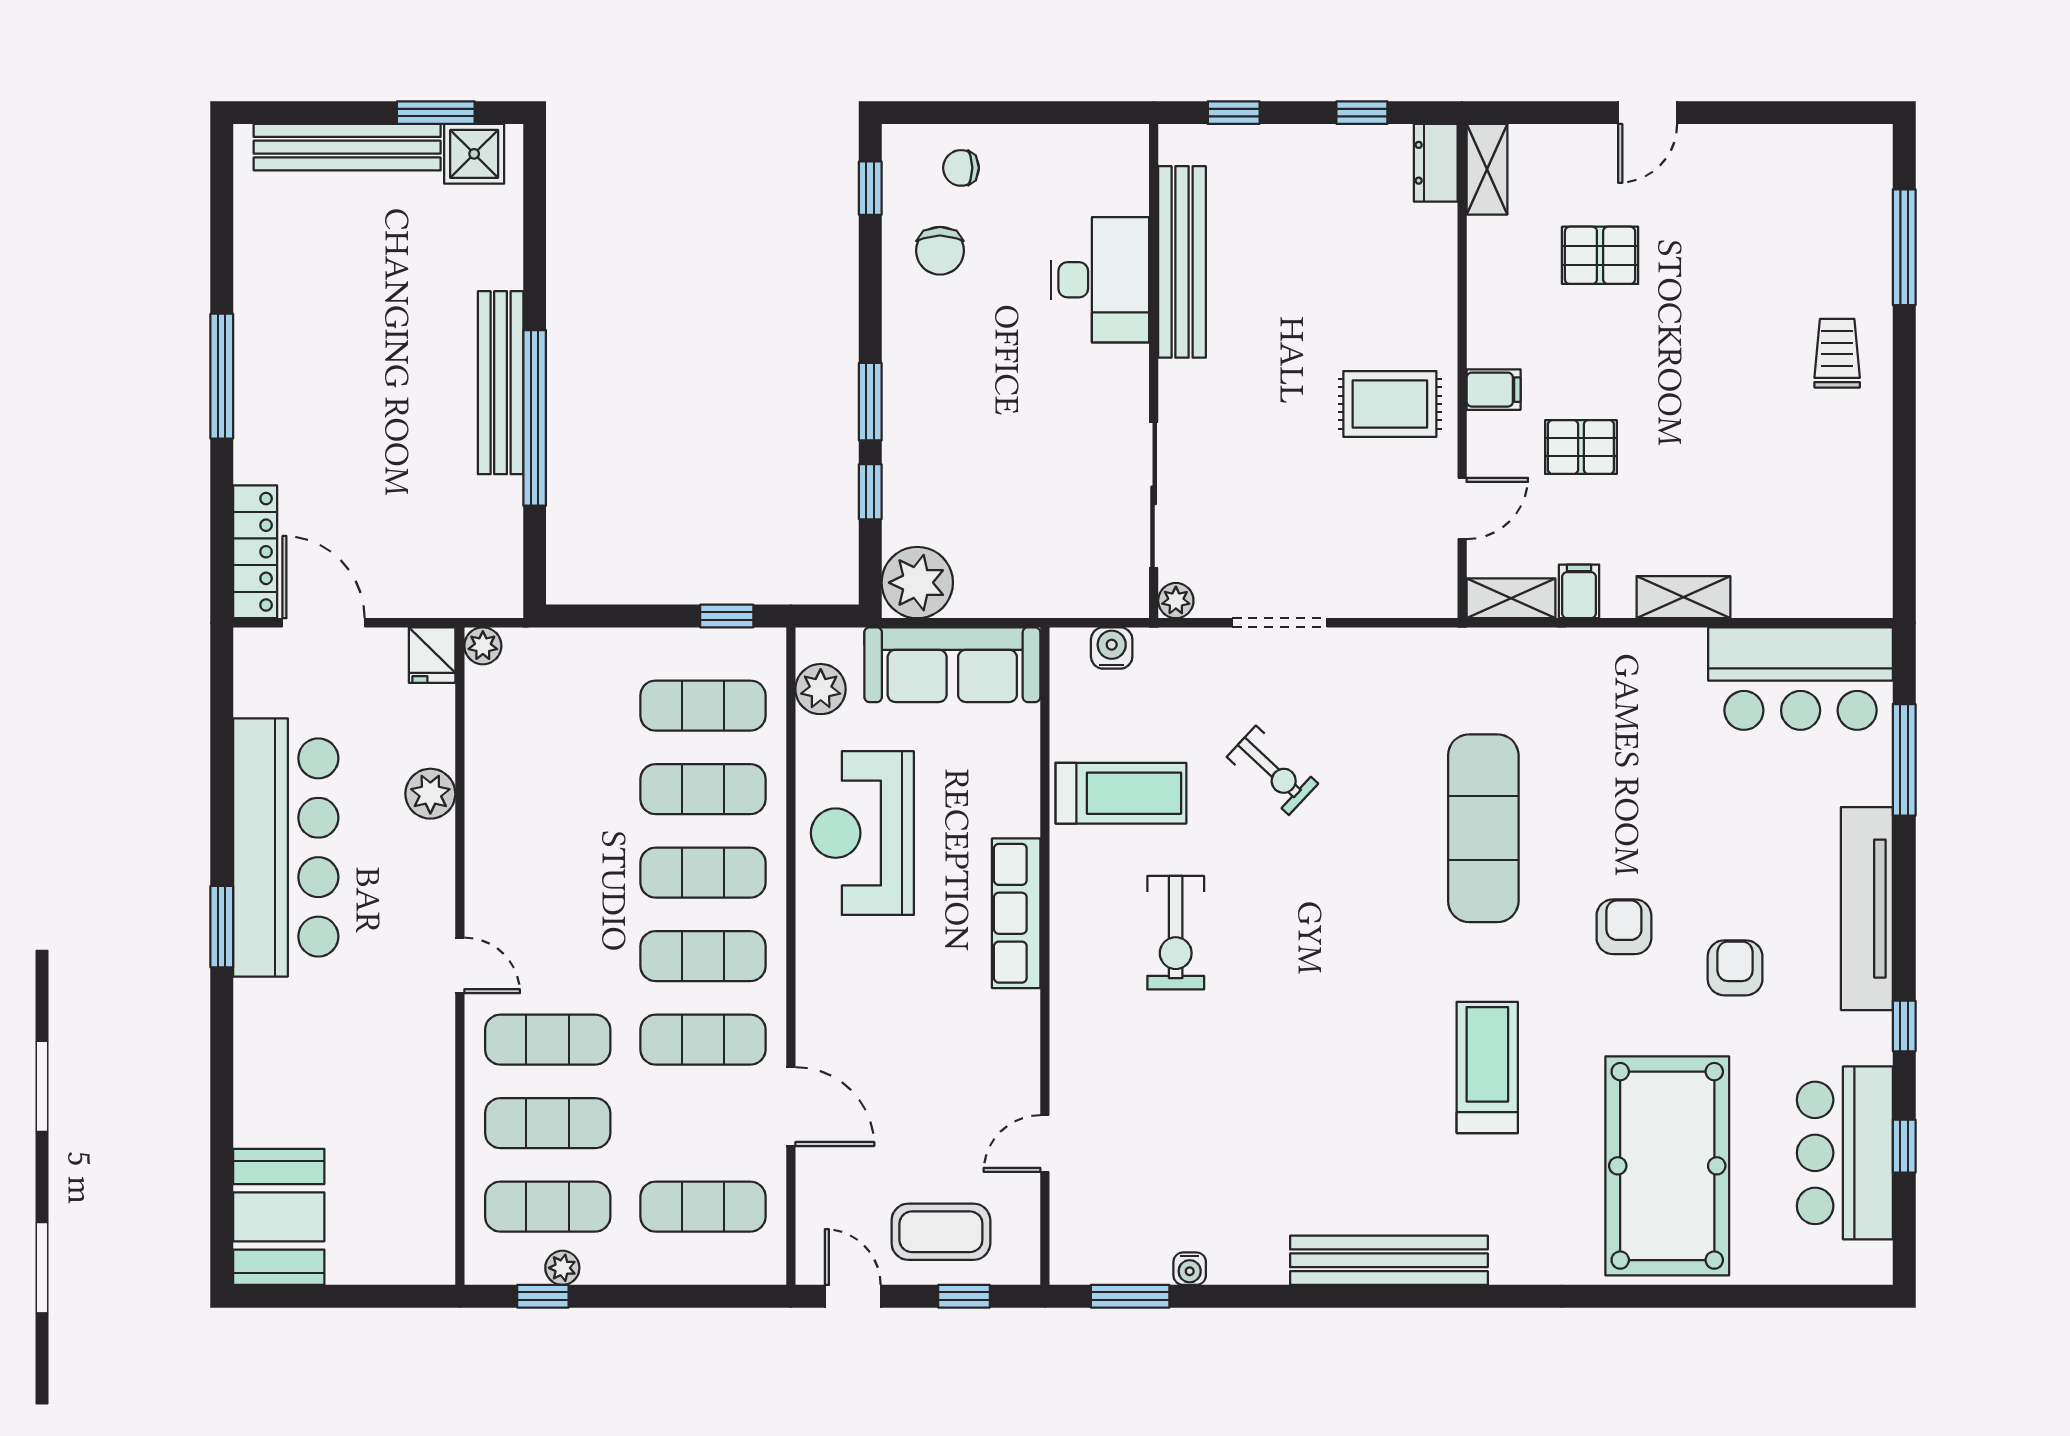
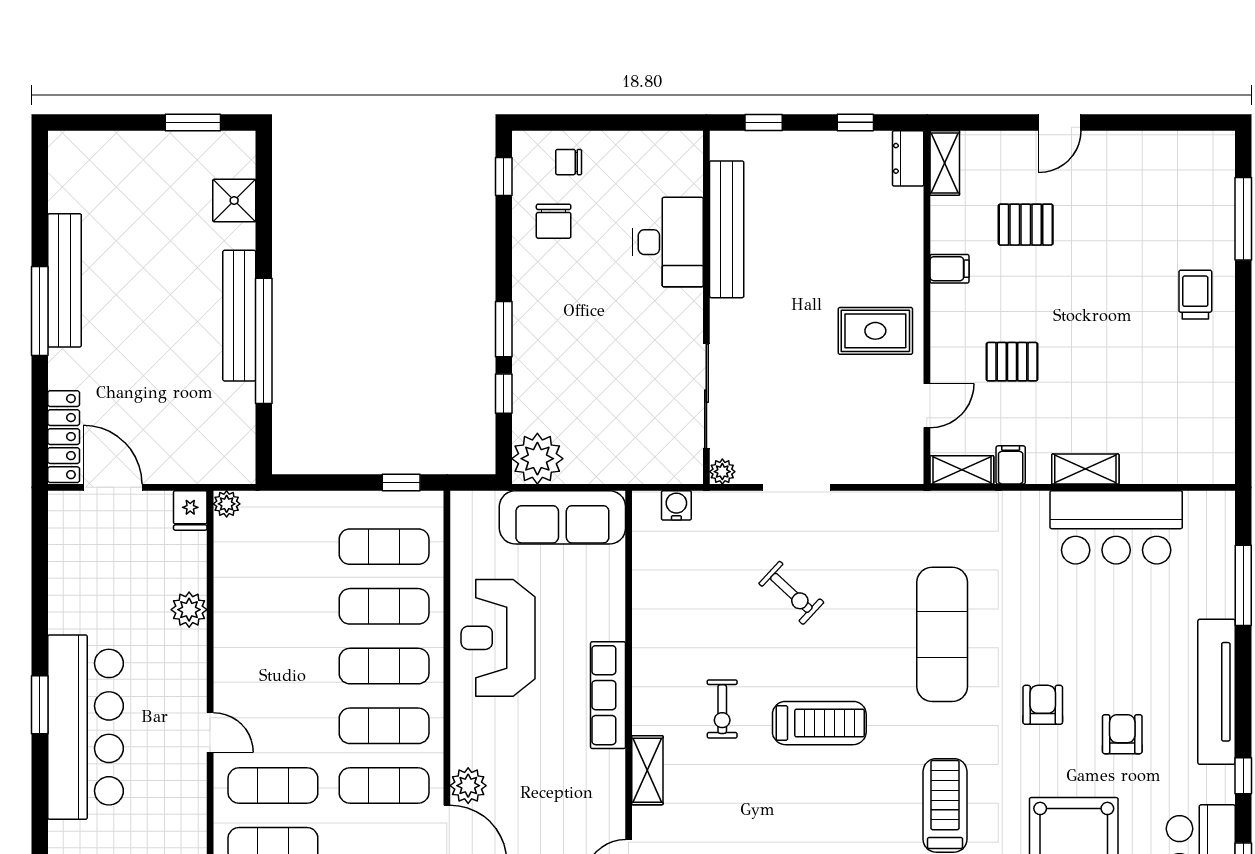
bench: (347, 147) -> (65, 280), moved, turned 90
shower: (474, 154) -> (234, 200), moved
filing cabinet: (1494, 390) -> (950, 269), moved
bar counter: (1801, 679) -> (1116, 527), moved
plant: (821, 689) -> (468, 786), moved
treadmill: (1121, 793) -> (819, 723), moved
bar counter: (286, 847) -> (86, 727), moved
exercise bike: (1176, 933) -> (722, 709), width x0.73, depth x0.72
shelving: (1071, 1018) -> (647, 770), added

